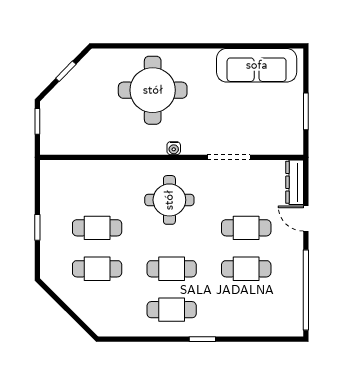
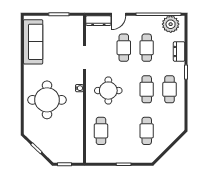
cafe table: (97, 228) -> (101, 131), moved
plant: (288, 312) -> (171, 24), added
dresser: (239, 327) -> (179, 52), added

